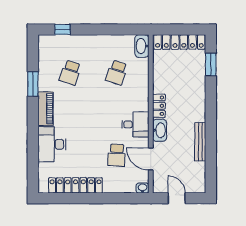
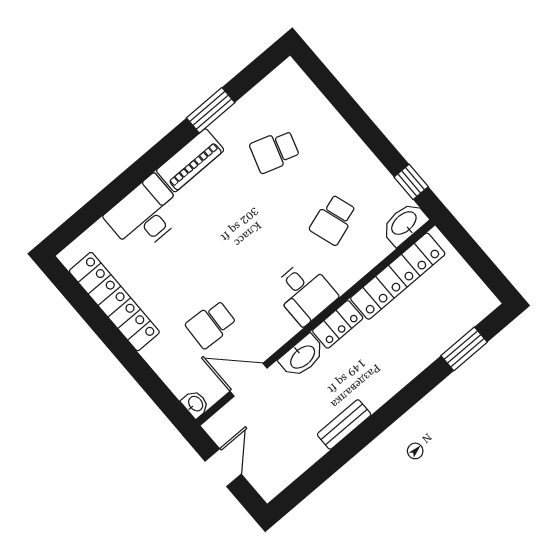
window: (63, 29) -> (411, 182), moved
locker: (179, 42) -> (398, 276), moved, turned -90
school desk: (117, 73) -> (333, 220), turned -36
desk: (135, 124) -> (304, 292), moved
bench: (200, 142) -> (344, 424), width x0.73
door: (151, 159) -> (248, 380), hinge flipped

